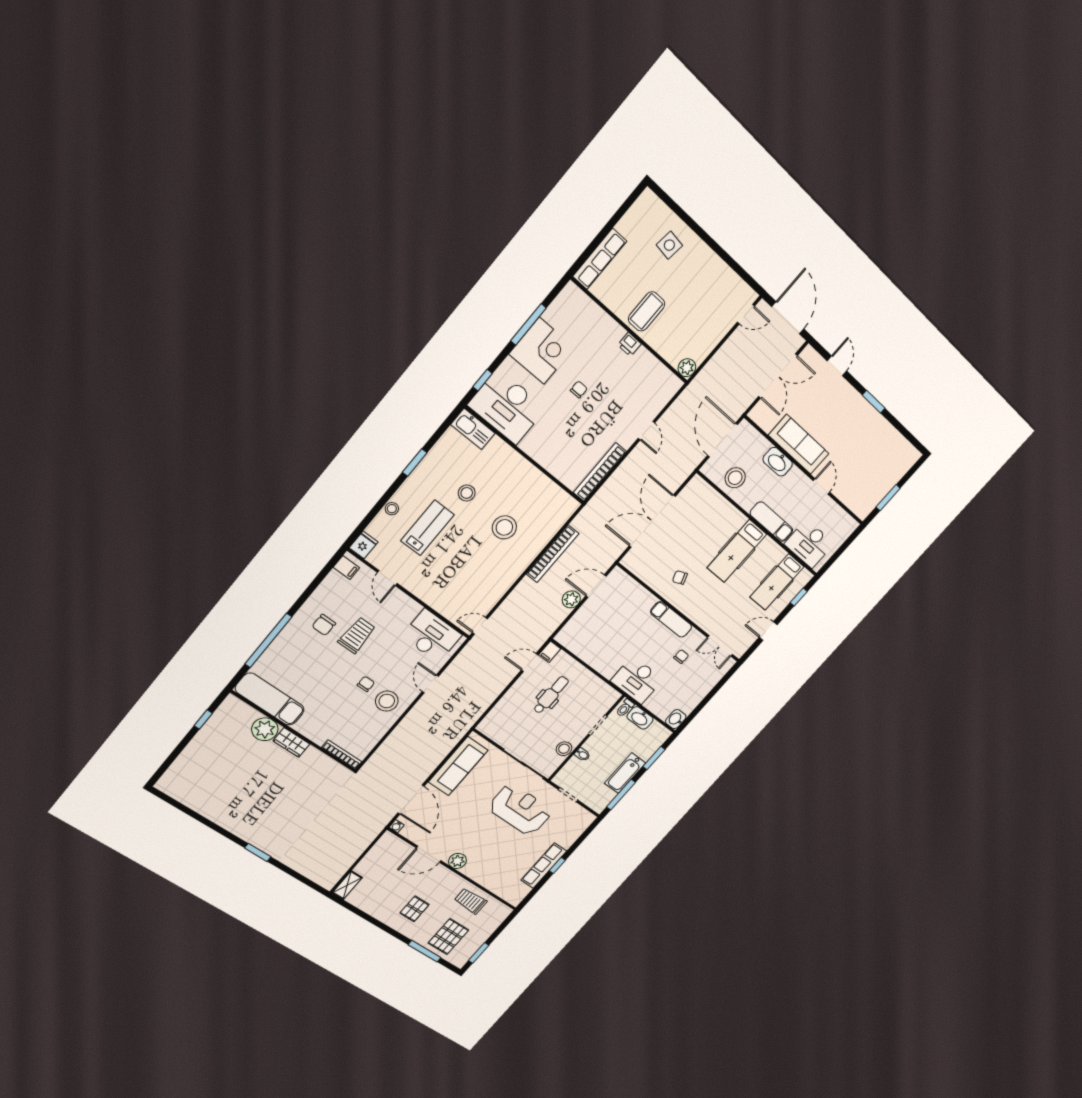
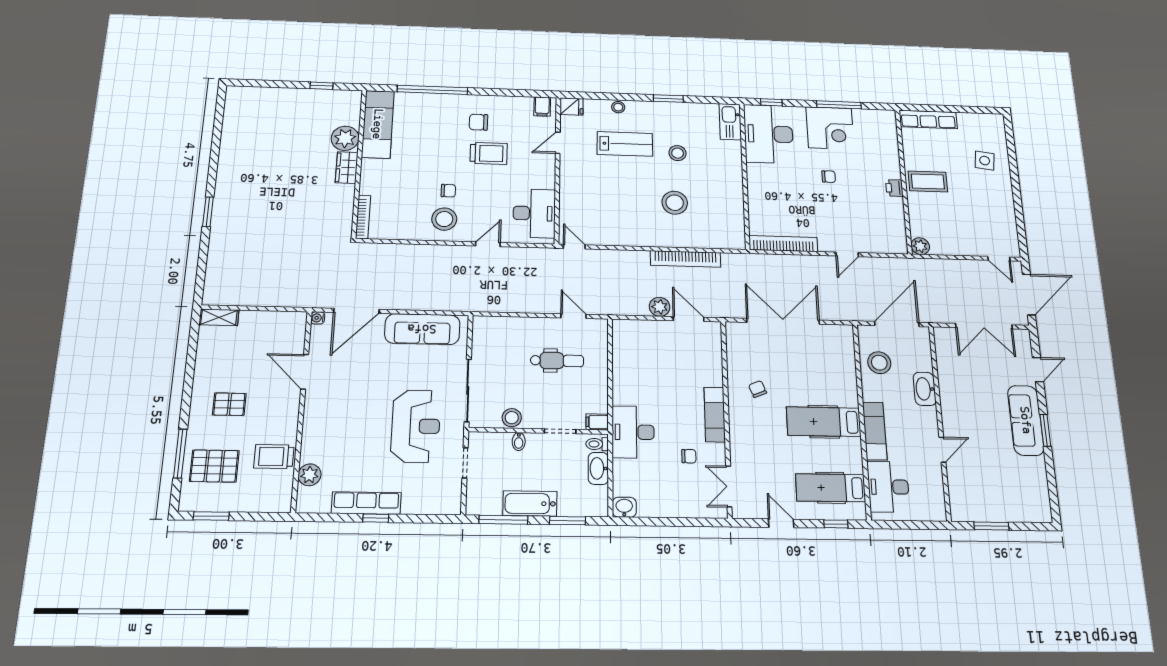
sofa: (799, 444) -> (1026, 420), moved, turned 180
filing cabinet: (550, 652) -> (597, 422), moved
plant: (457, 861) -> (309, 475), moved
trolley: (470, 901) -> (274, 457), turned -90

